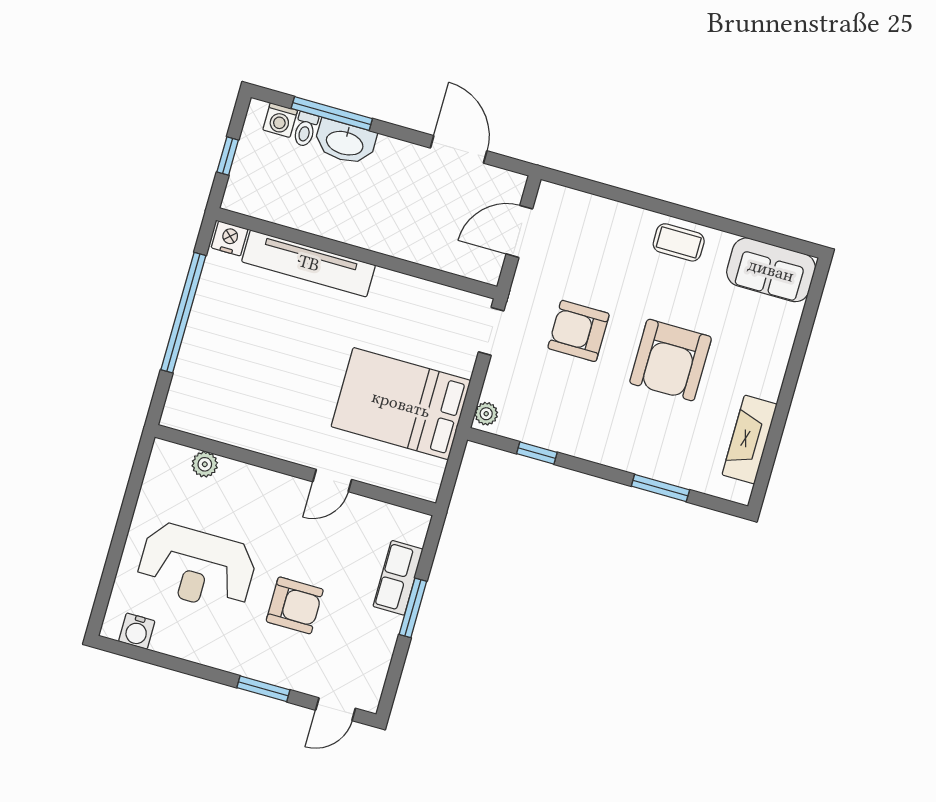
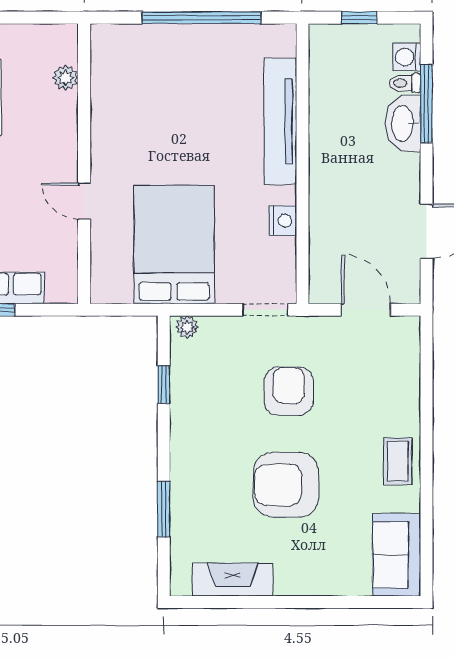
nightstand: (230, 238) -> (283, 221), moved

